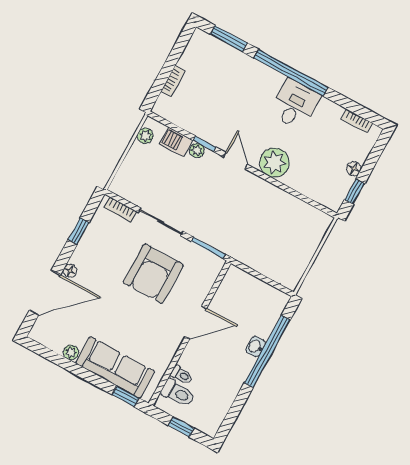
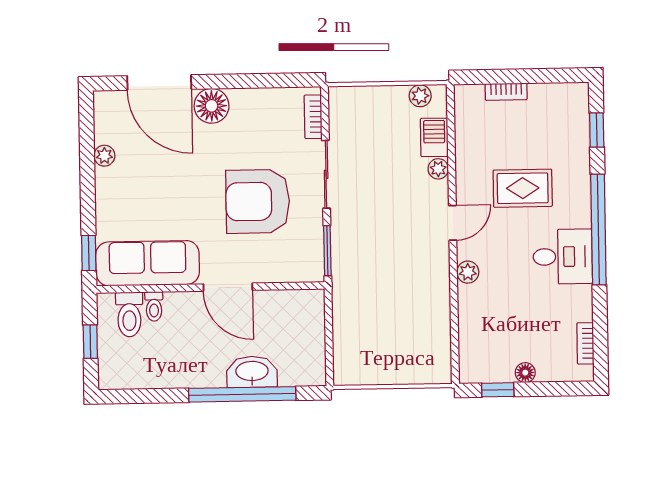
window: (229, 39) -> (597, 130), width x0.67
rug: (239, 105) -> (523, 188), added
window: (205, 144) -> (452, 174), removed
plant: (274, 163) -> (468, 272), width x0.53, depth x0.53
window: (79, 231) -> (258, 81), removed
floor lamp: (70, 271) -> (212, 106), width x1.89, depth x1.89
washbasin: (256, 347) -> (252, 372), width x1.91, depth x1.45
sofa: (115, 367) -> (148, 263), moved, turned -90

